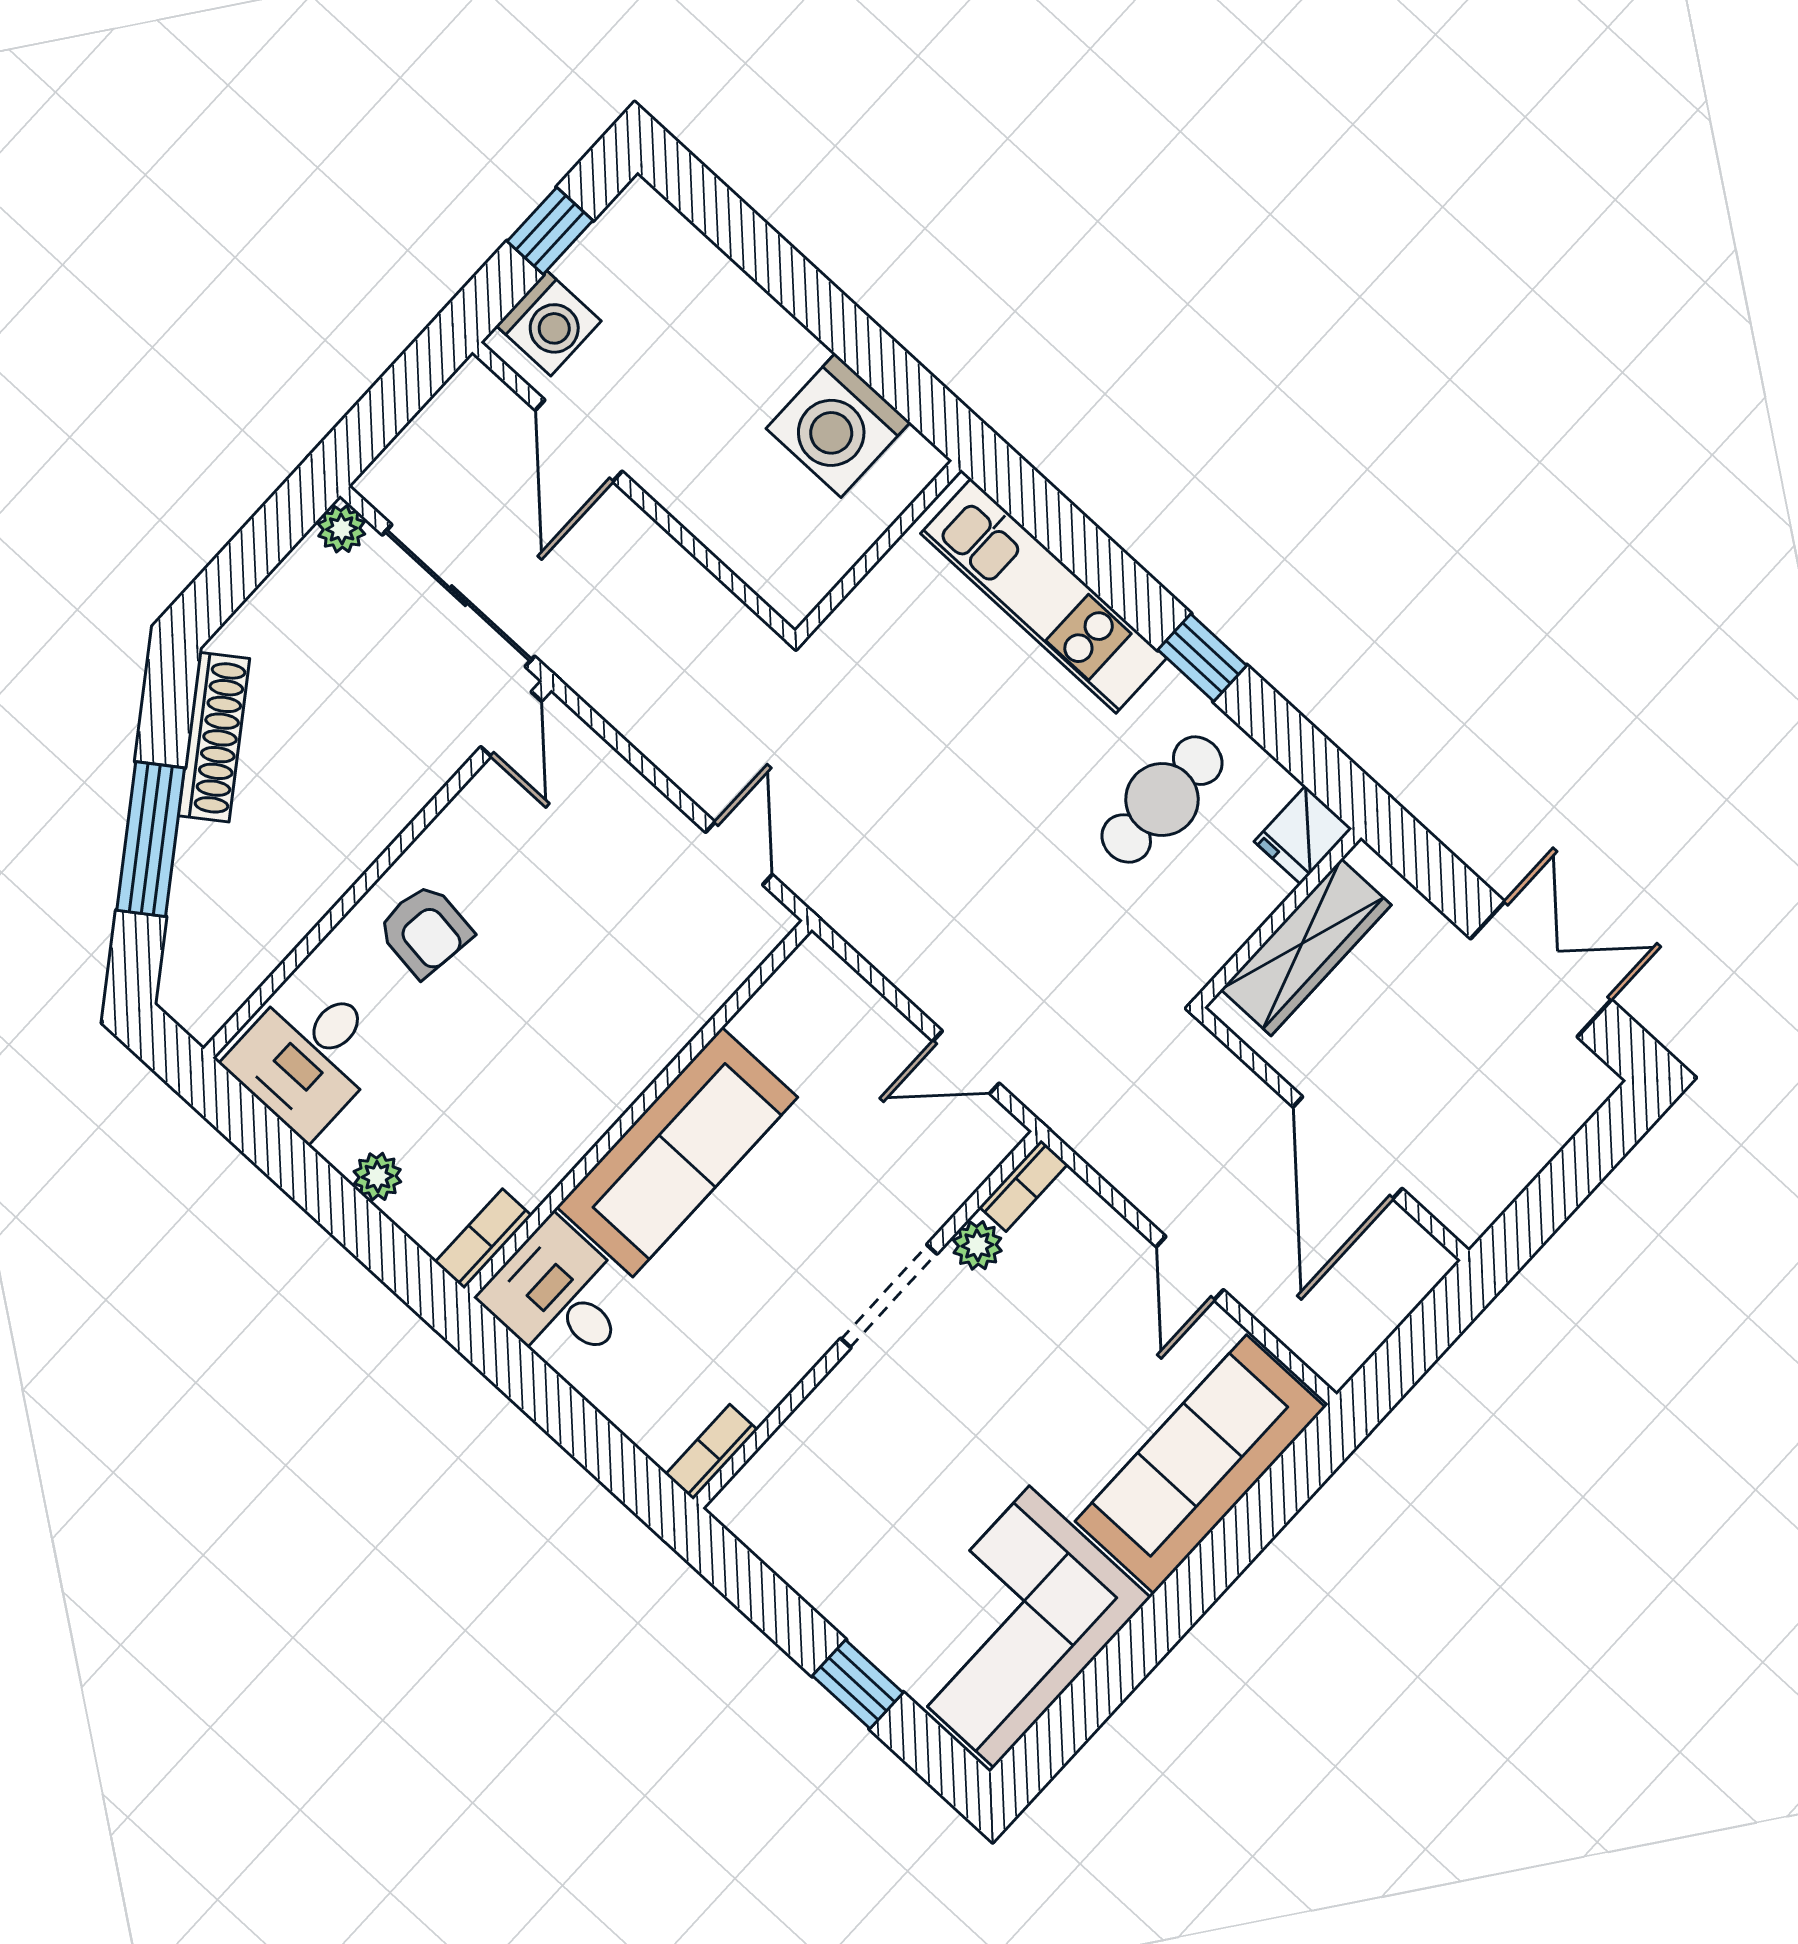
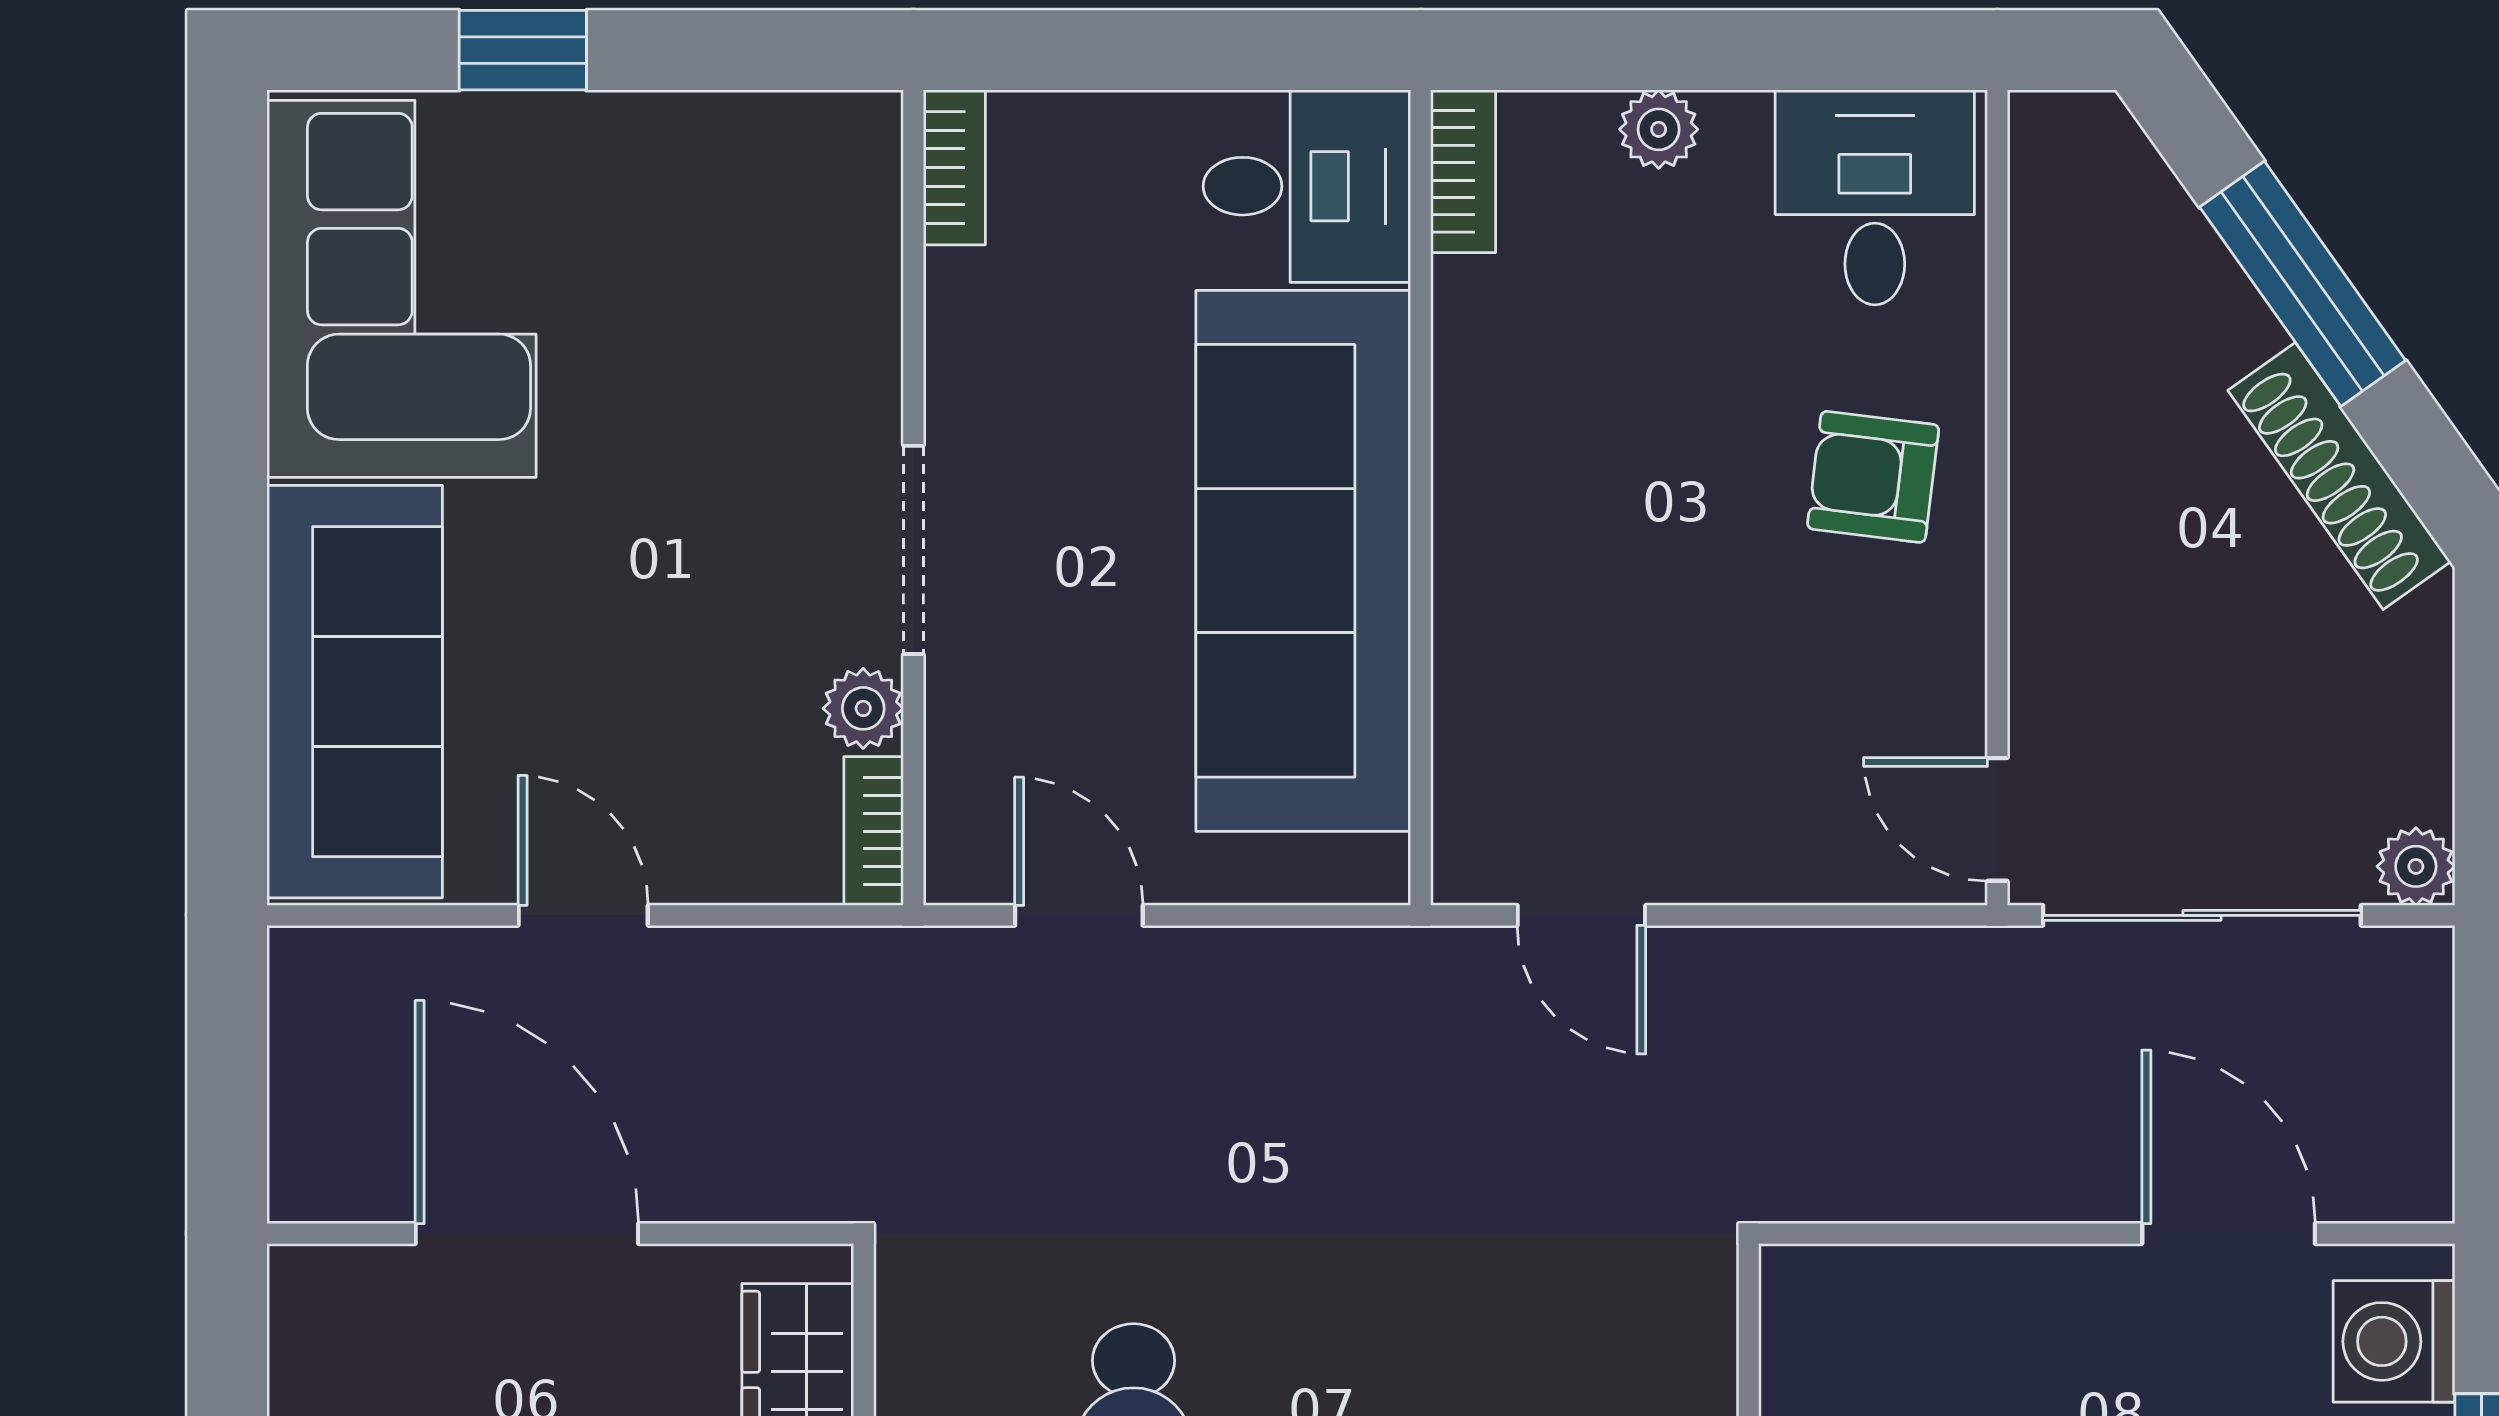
door: (966, 1062) -> (1079, 915), hinge flipped
sofa: (677, 1152) -> (1303, 561), width x1.36, depth x1.27

